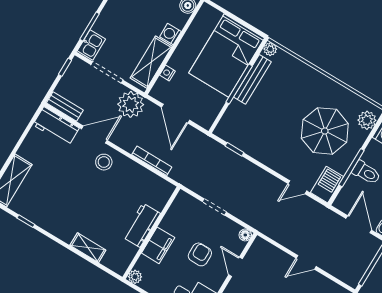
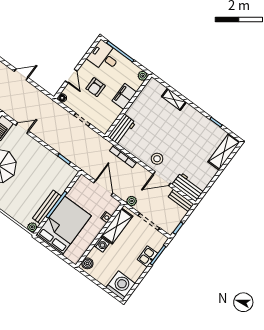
kitchen sink: (91, 45) -> (147, 256), moved
plant: (131, 104) -> (132, 201), width x0.53, depth x0.53
workbench: (141, 225) -> (122, 129), moved

